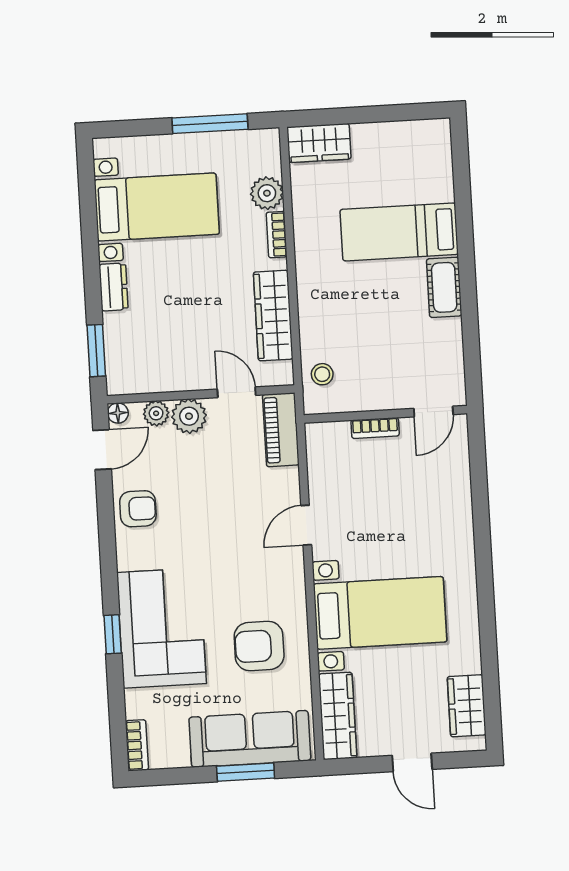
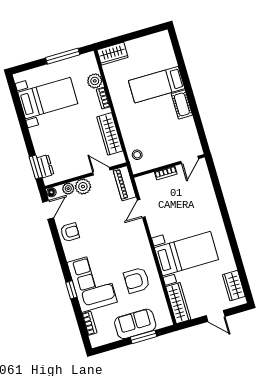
dresser: (114, 287) -> (45, 166), moved
door: (306, 525) -> (141, 208), moved
sofa: (250, 739) -> (135, 324), width x0.73
bookcase: (137, 745) -> (89, 323), moved

